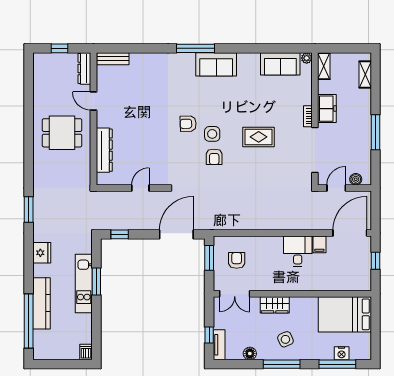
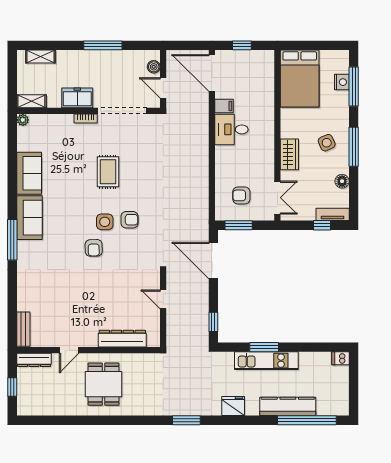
sofa: (280, 64) -> (29, 173), moved

